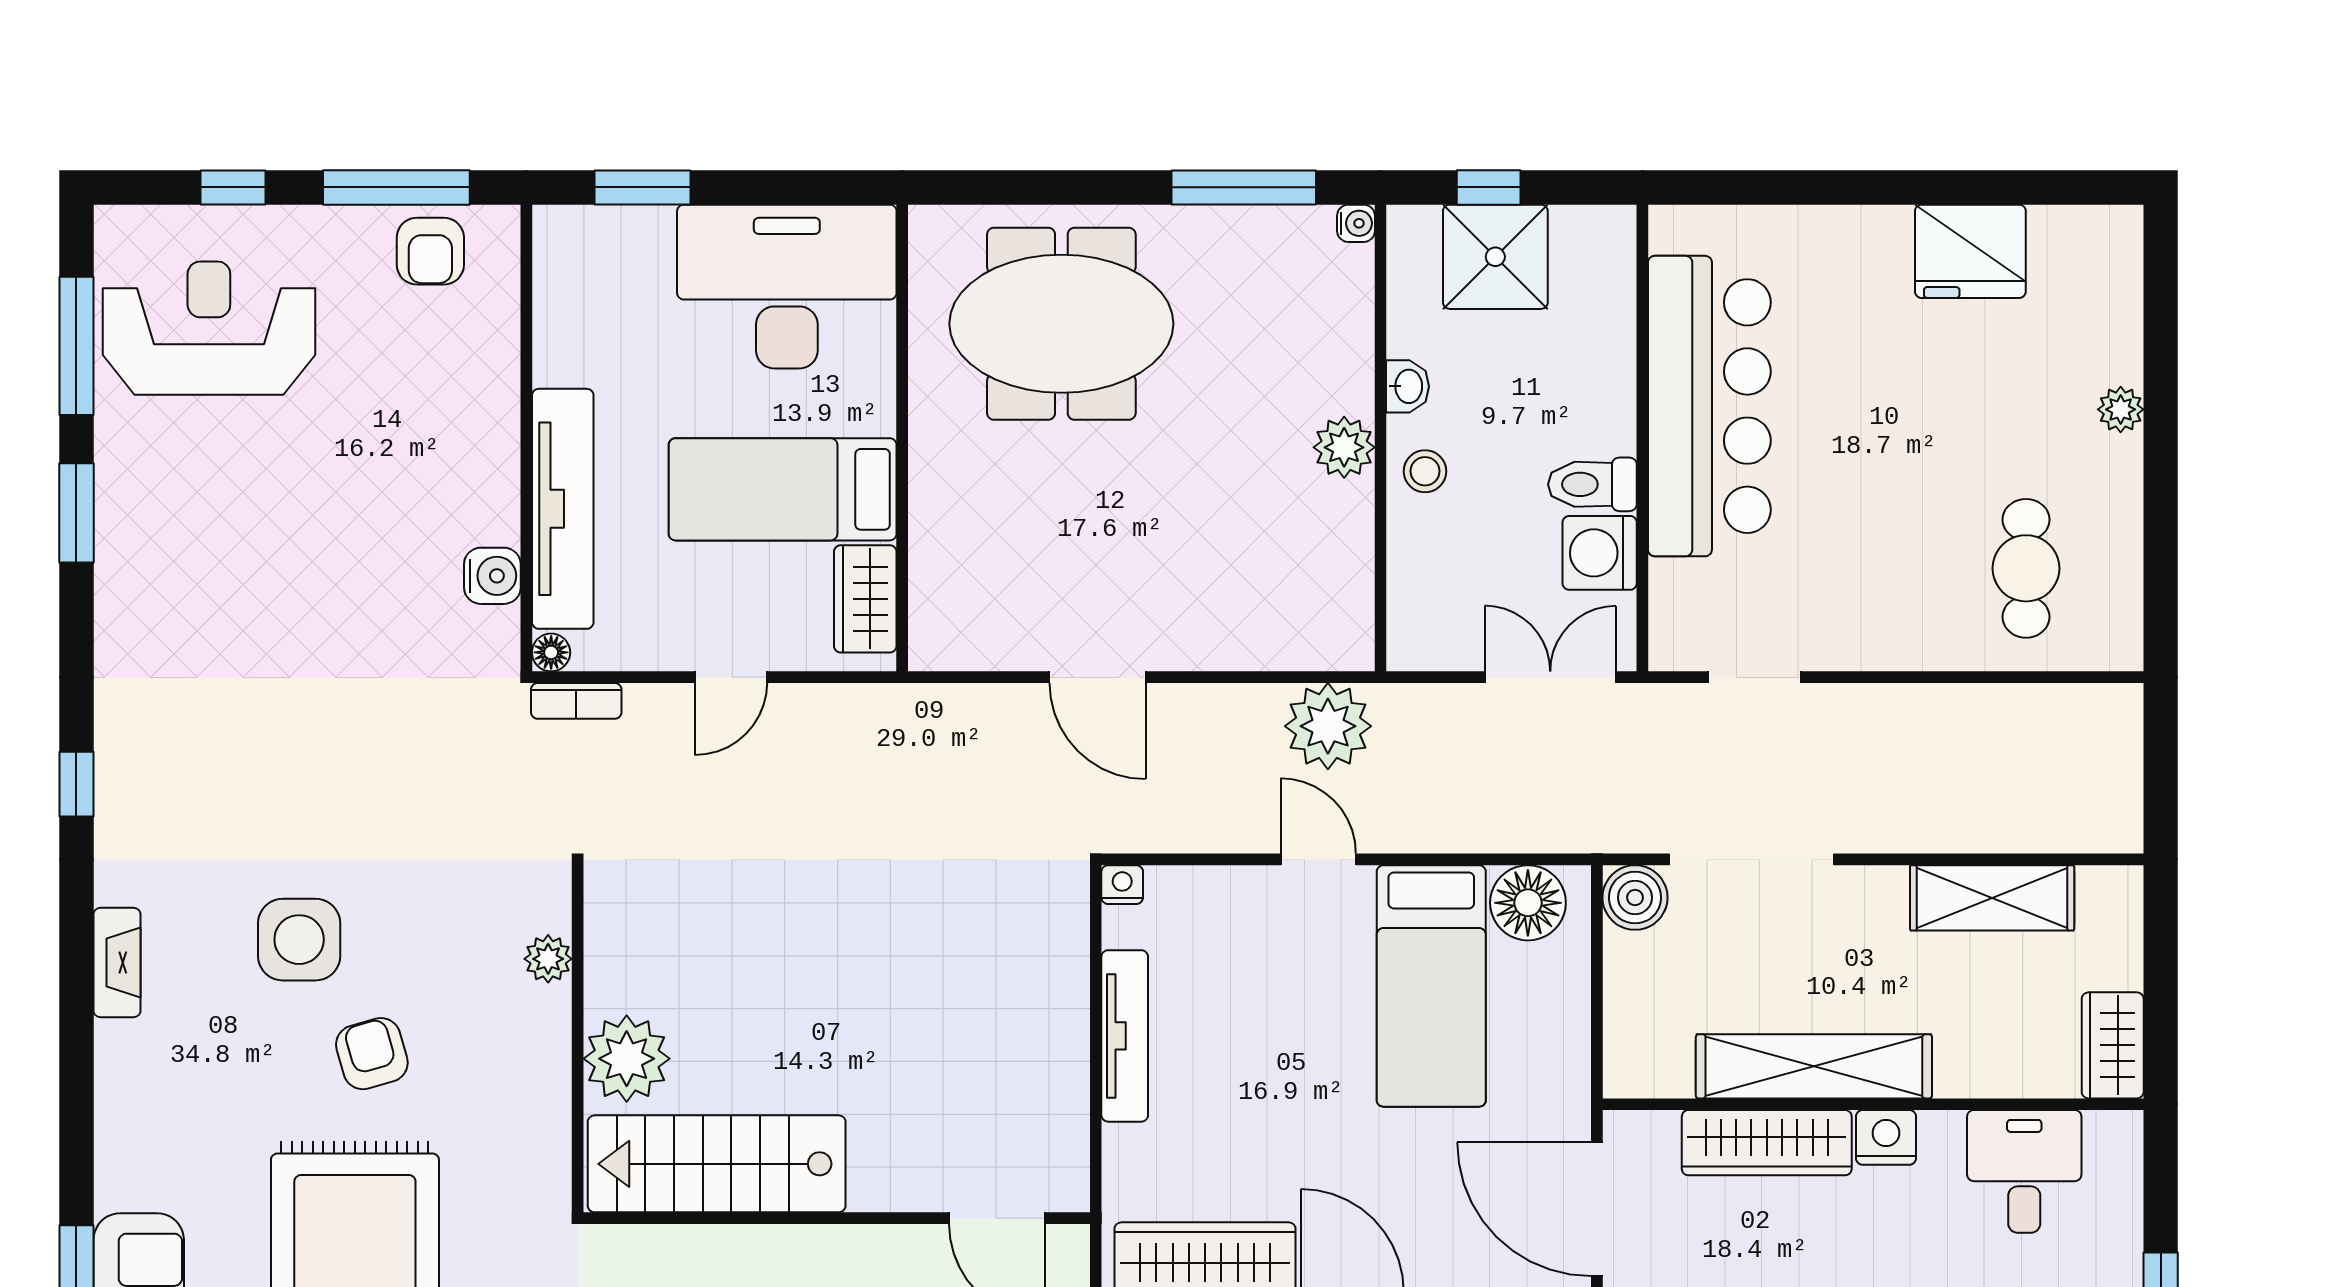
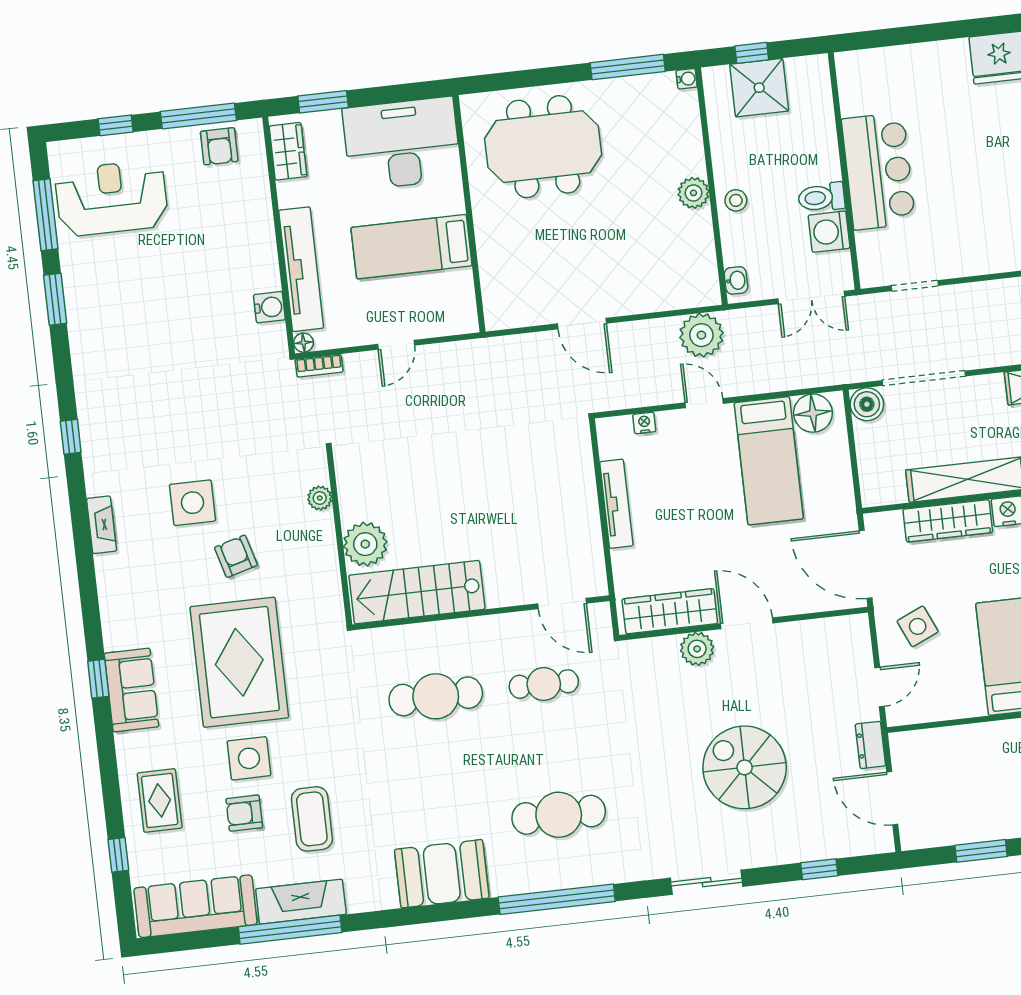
washbasin: (1407, 386) -> (736, 280), moved
bar counter: (1709, 406) -> (878, 171), width x0.73
wardrobe: (865, 599) -> (288, 151), moved, turned 180
double door: (1550, 677) -> (811, 297), swing flipped
nightstand: (1122, 885) -> (644, 423), moved

